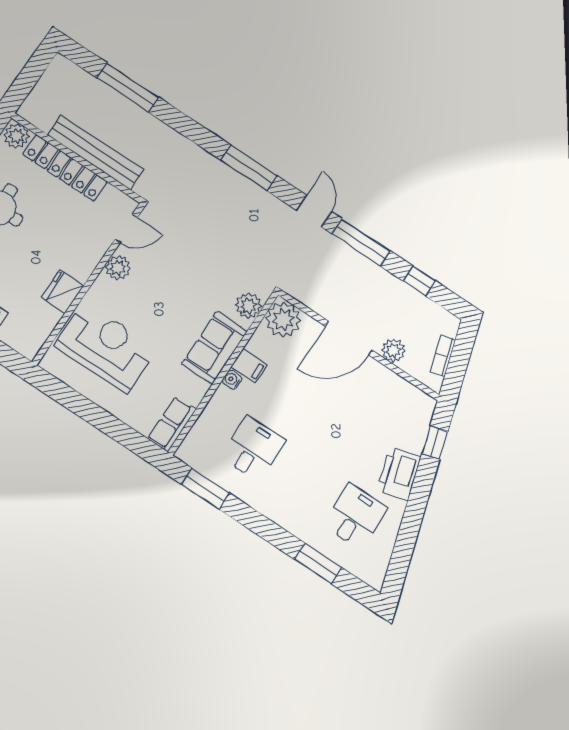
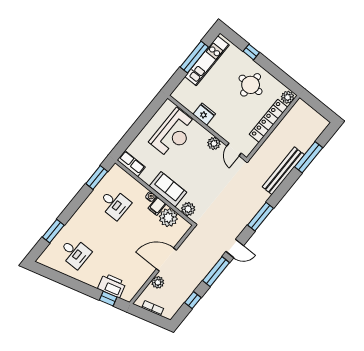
bench: (96, 152) -> (283, 171), moved
plant: (283, 320) -> (168, 218), moved
door: (349, 338) -> (166, 260), hinge flipped
printer: (399, 474) -> (112, 286), moved

